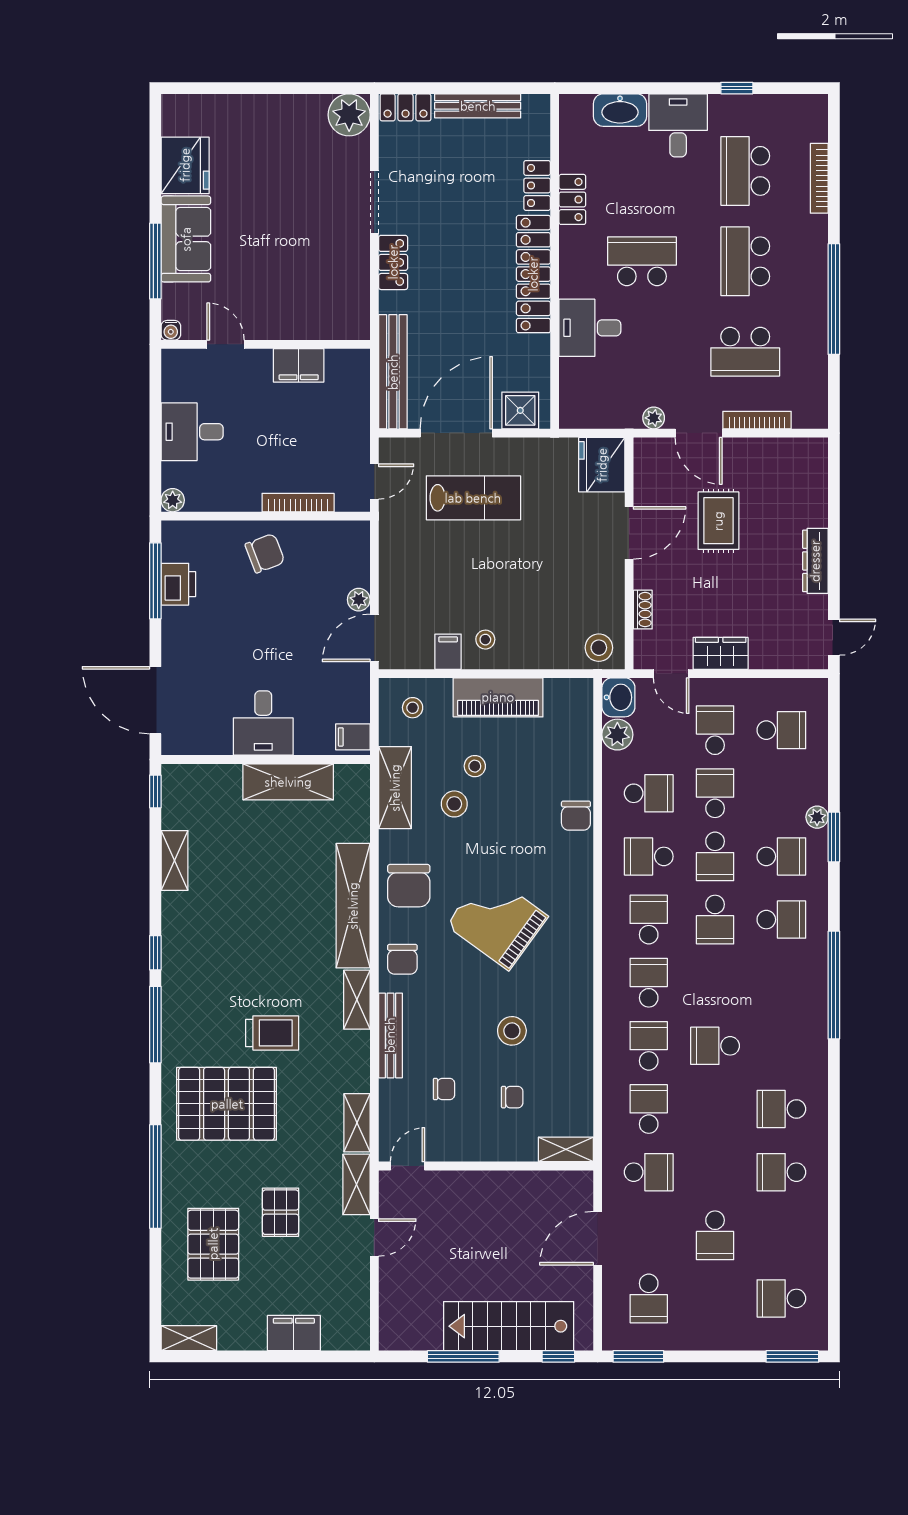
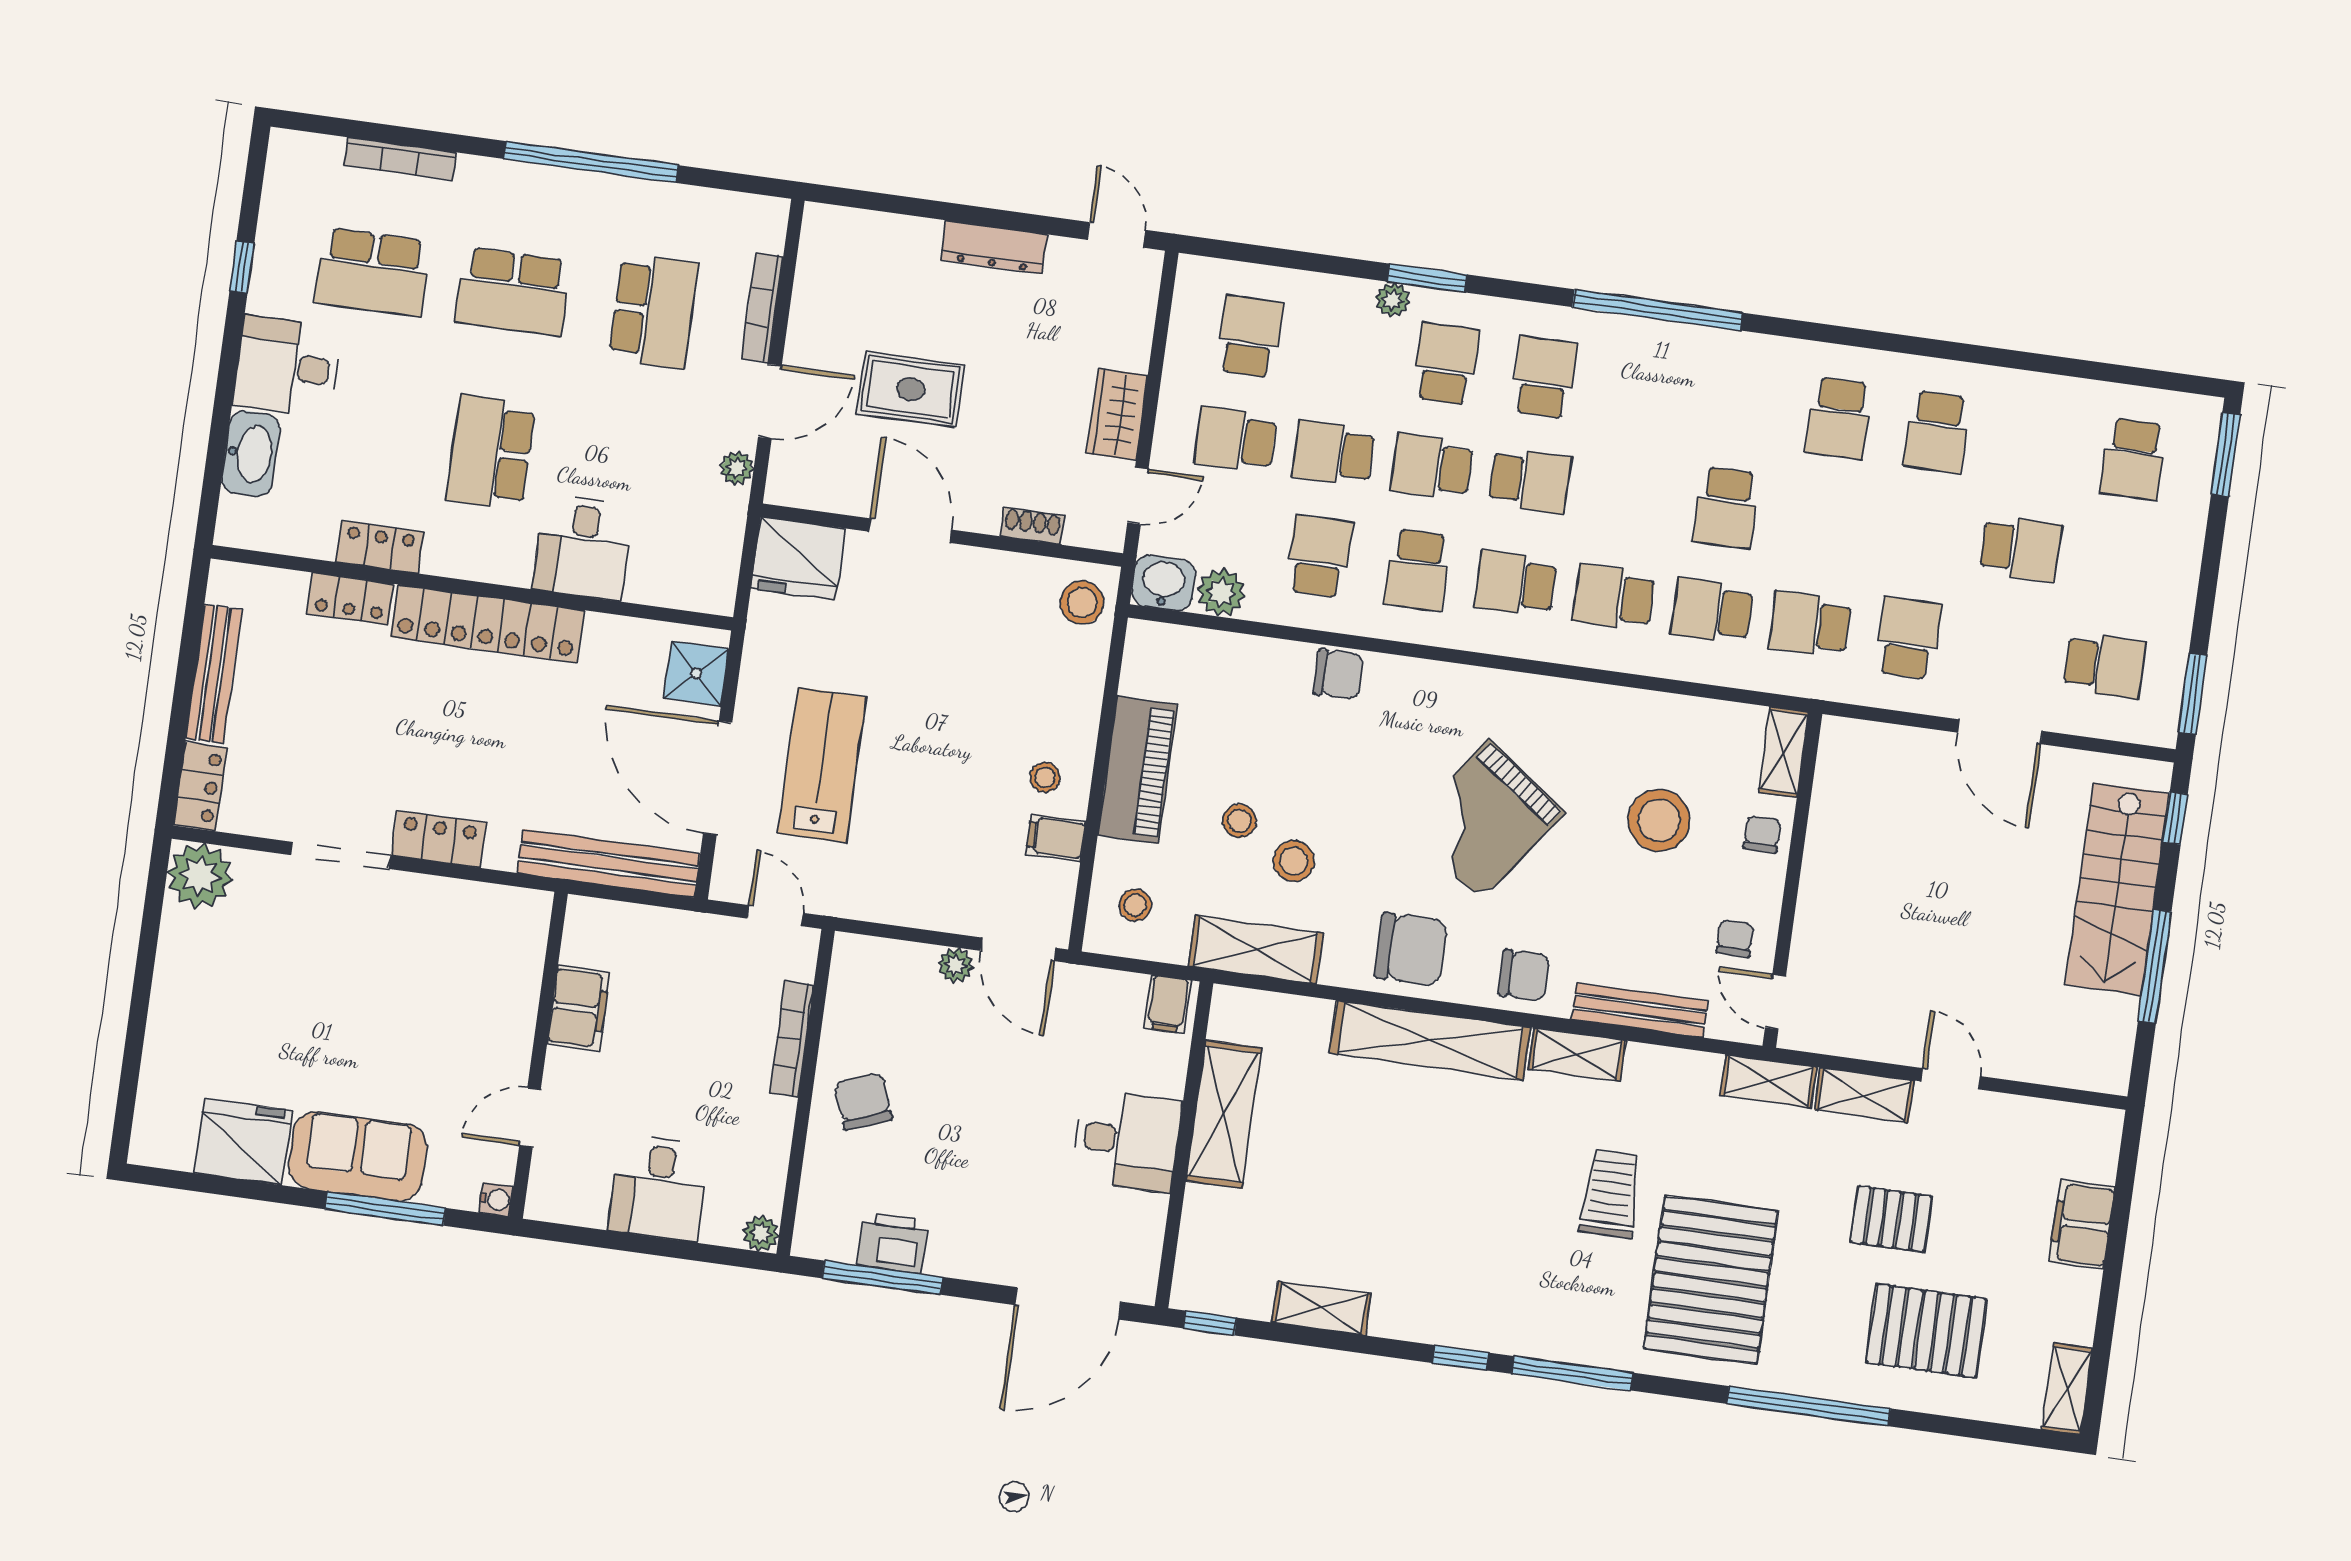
school desk: (715, 856) -> (1432, 467), turned 180
stool: (512, 1031) -> (1659, 820), width x1.38, depth x1.38
shelving: (566, 1149) -> (1784, 752), moved
door: (408, 1166) -> (1775, 1002), moved
wall: (486, 1166) -> (1792, 880), moved

